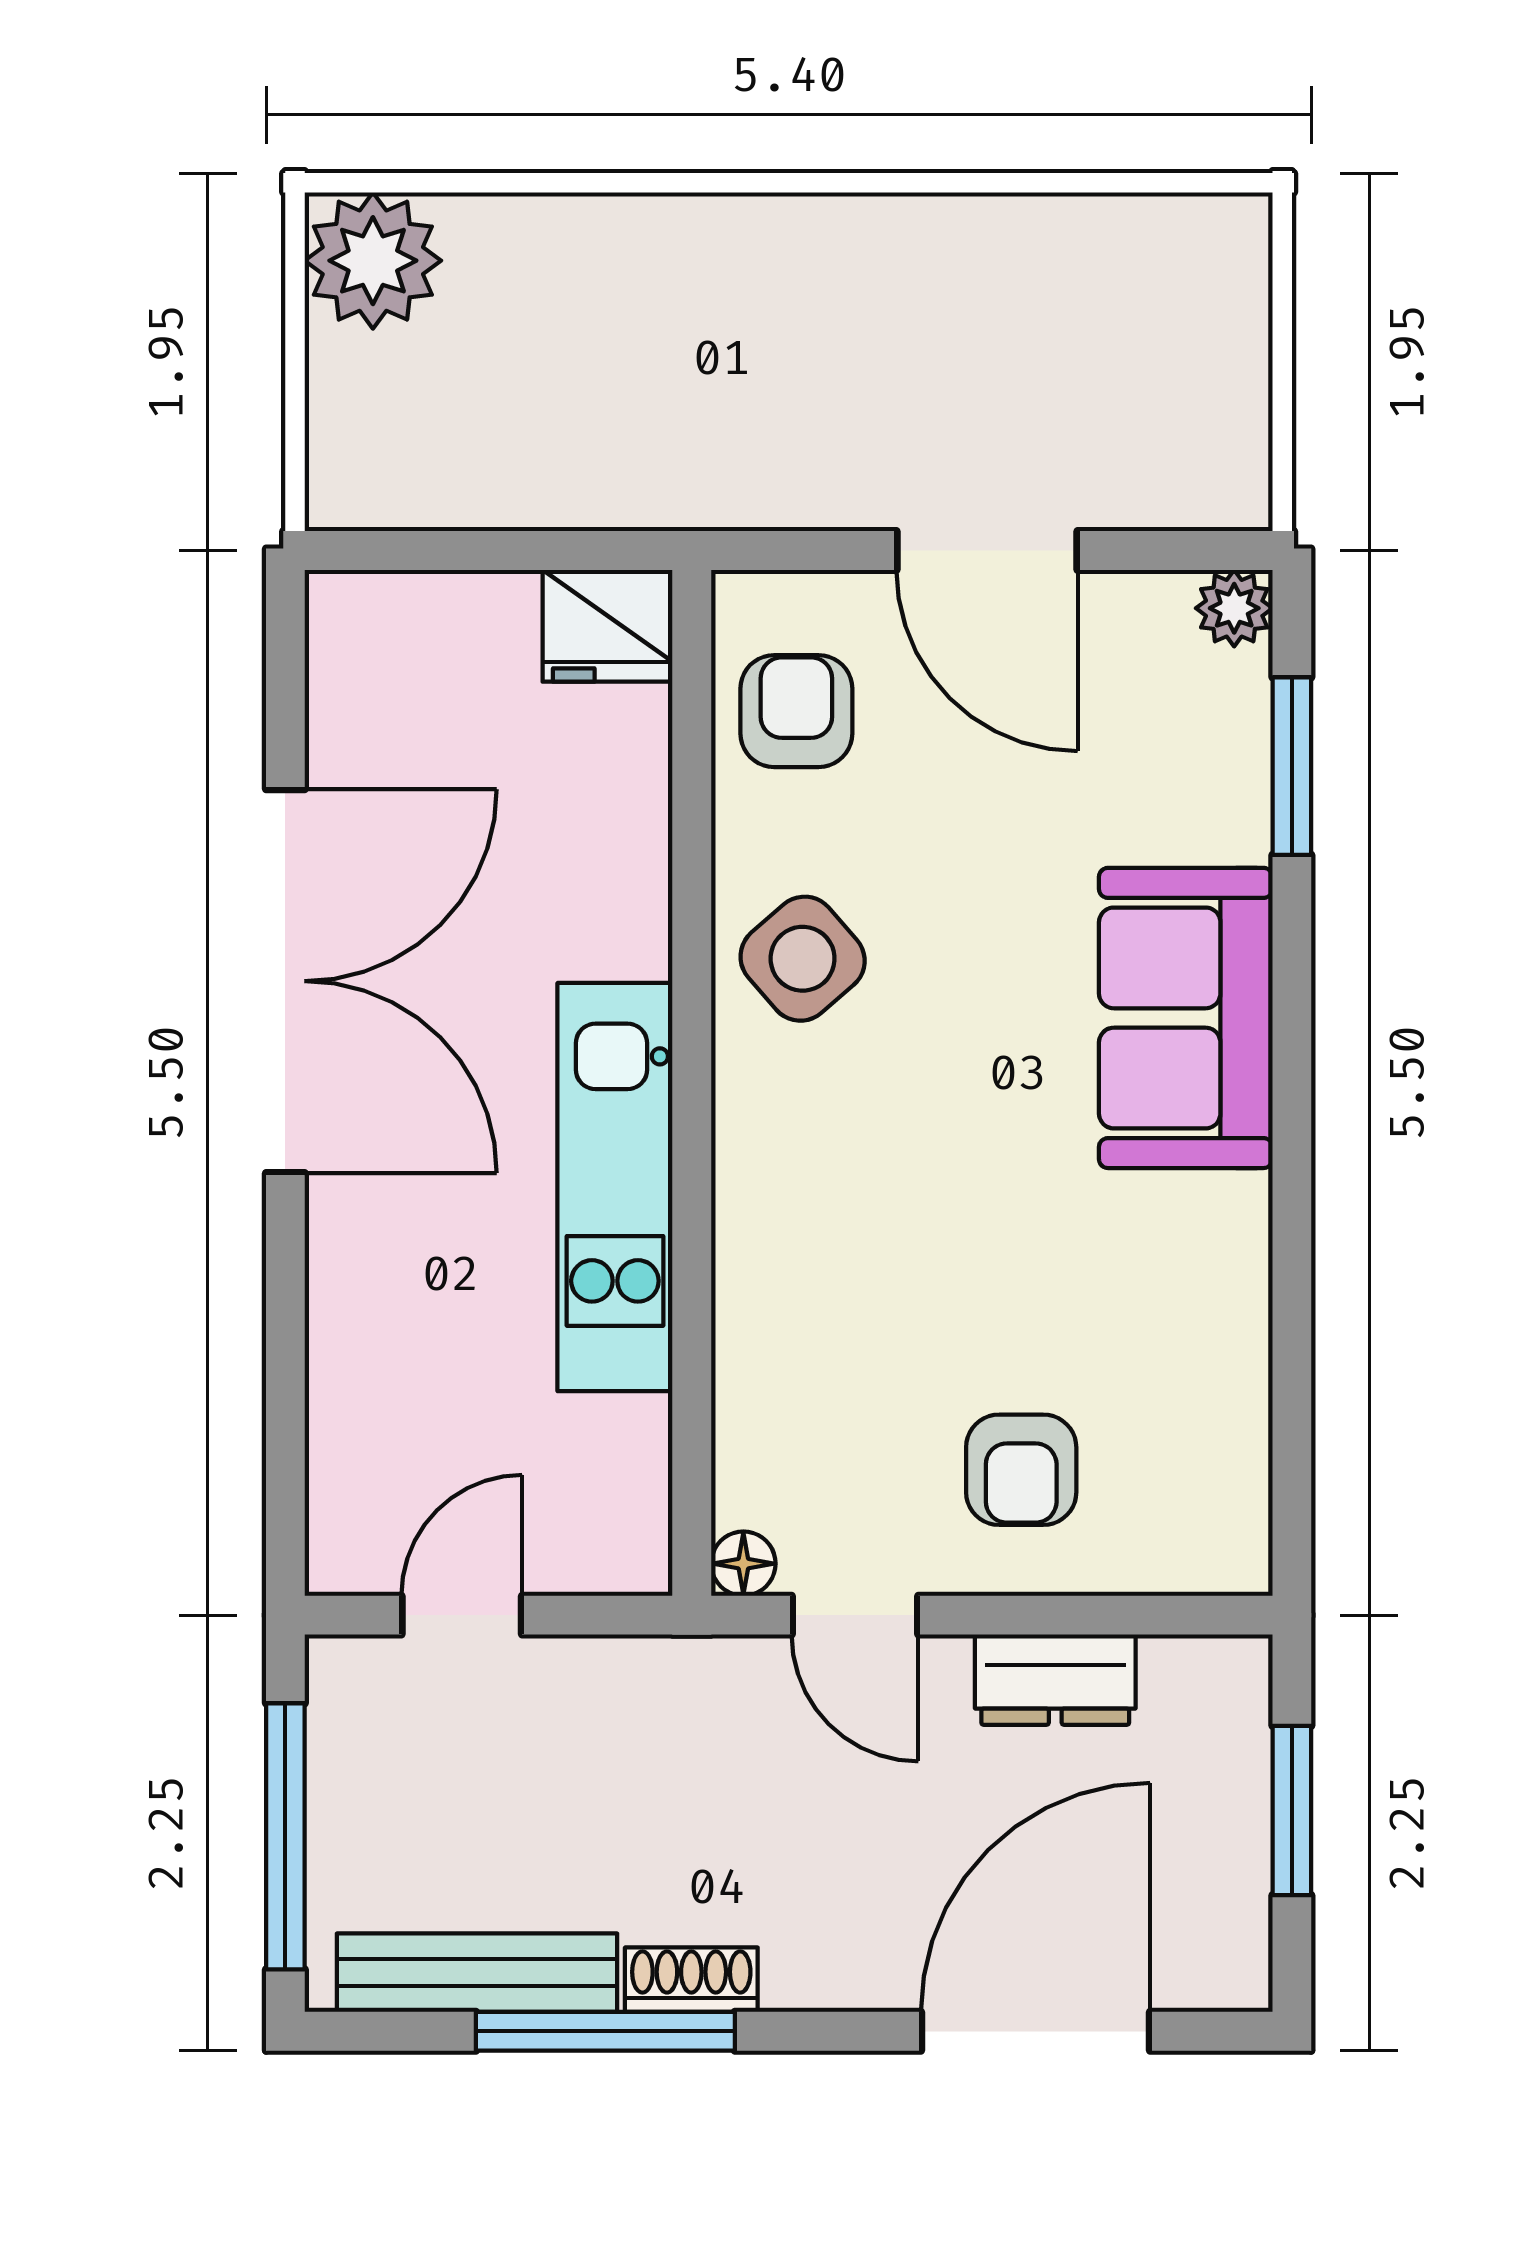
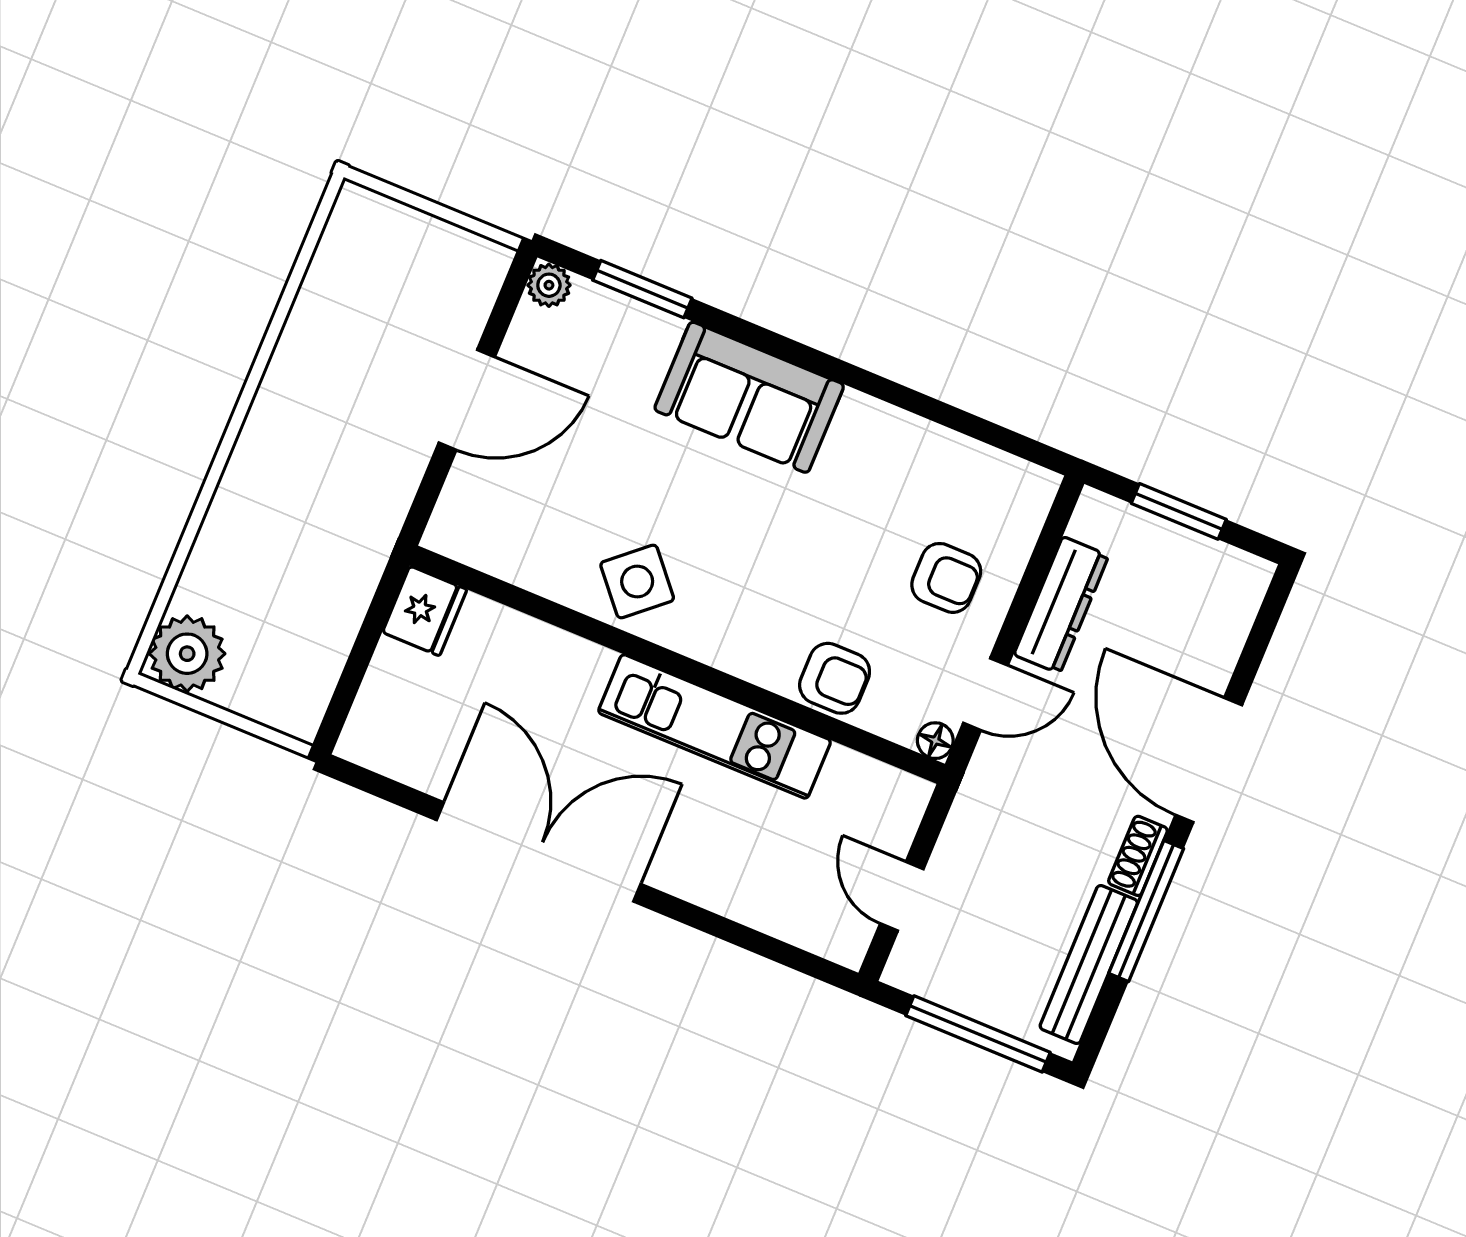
armchair: (796, 711) -> (835, 678), moved, turned 180
dresser: (1055, 1680) -> (1061, 605), width x1.44
door: (1036, 2031) -> (1209, 760), moved

